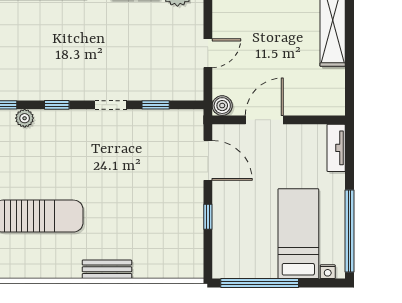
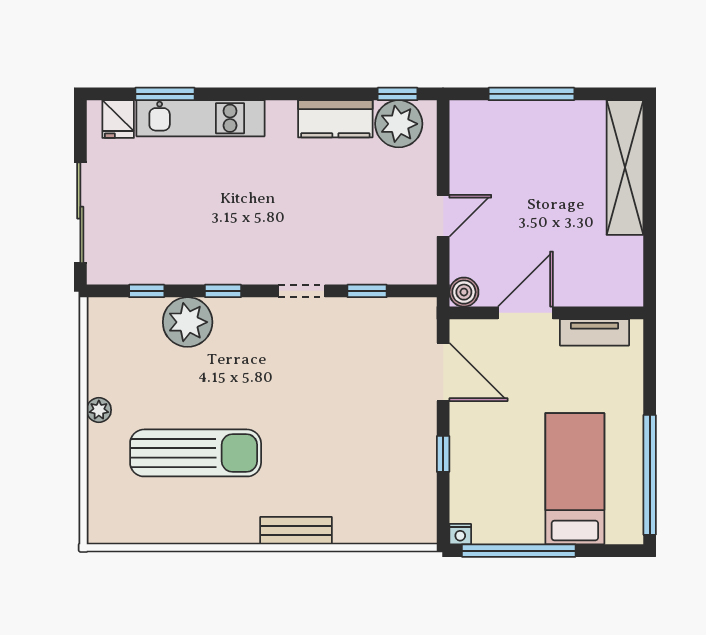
plant: (25, 118) -> (188, 322), width x1.88, depth x1.88
tv unit: (336, 148) -> (594, 332), moved, turned -90
nightstand: (328, 272) -> (460, 534), moved

